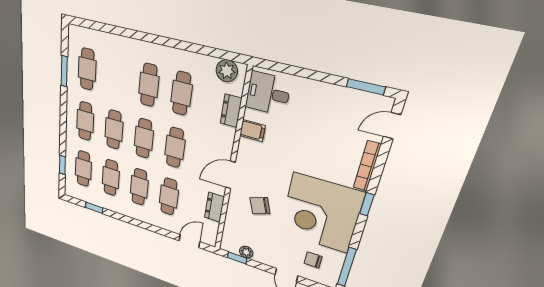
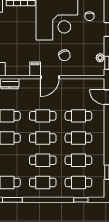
filing cabinet: (252, 131) -> (35, 69), moved
door: (231, 175) -> (50, 77), hinge flipped
dresser: (214, 207) -> (75, 84), removed

